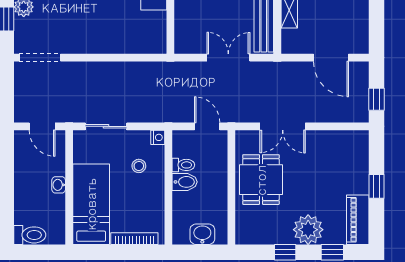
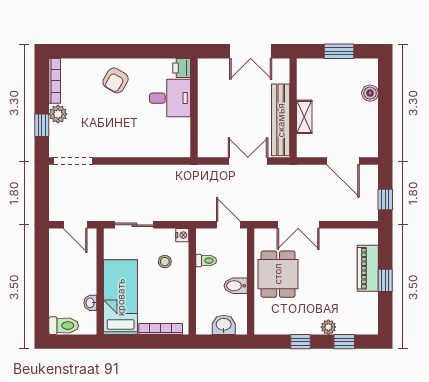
bidet: (185, 182) -> (236, 286), moved, turned 180
washbasin: (59, 185) -> (90, 303), moved
piano: (358, 220) -> (368, 268), moved
plant: (308, 230) -> (328, 327), width x0.53, depth x0.53

